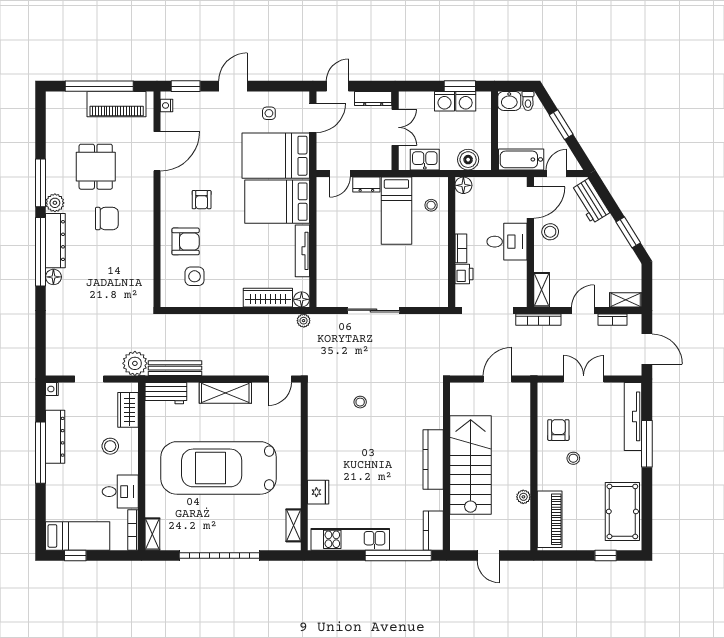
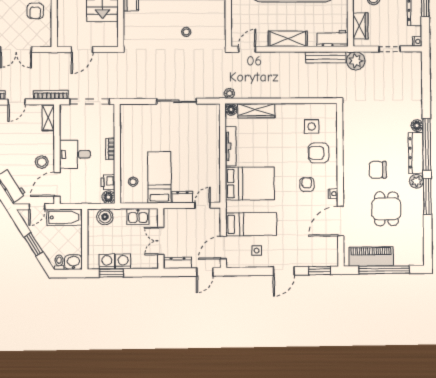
nightstand: (167, 105) -> (333, 194), moved
bed: (276, 156) -> (251, 224), width x0.67
printer: (464, 274) -> (108, 182), moved

